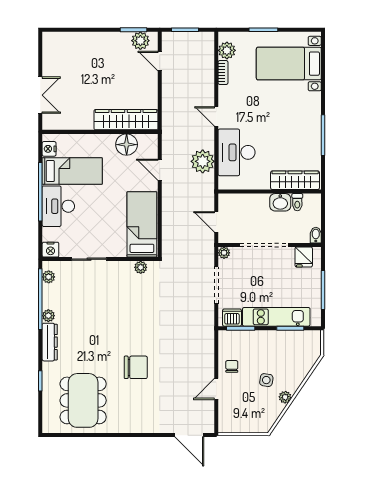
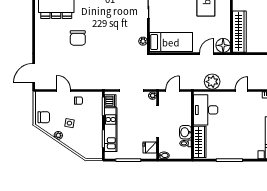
floor lamp: (127, 145) -> (223, 45), moved
desk: (237, 152) -> (206, 110), moved, turned -90
chair: (257, 420) -> (44, 117), added

